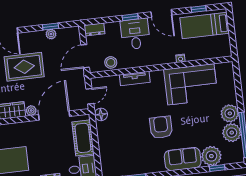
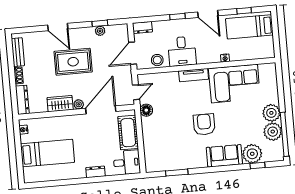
desk: (135, 34) -> (182, 51), moved, turned 180
tv unit: (135, 79) -> (194, 75), moved

